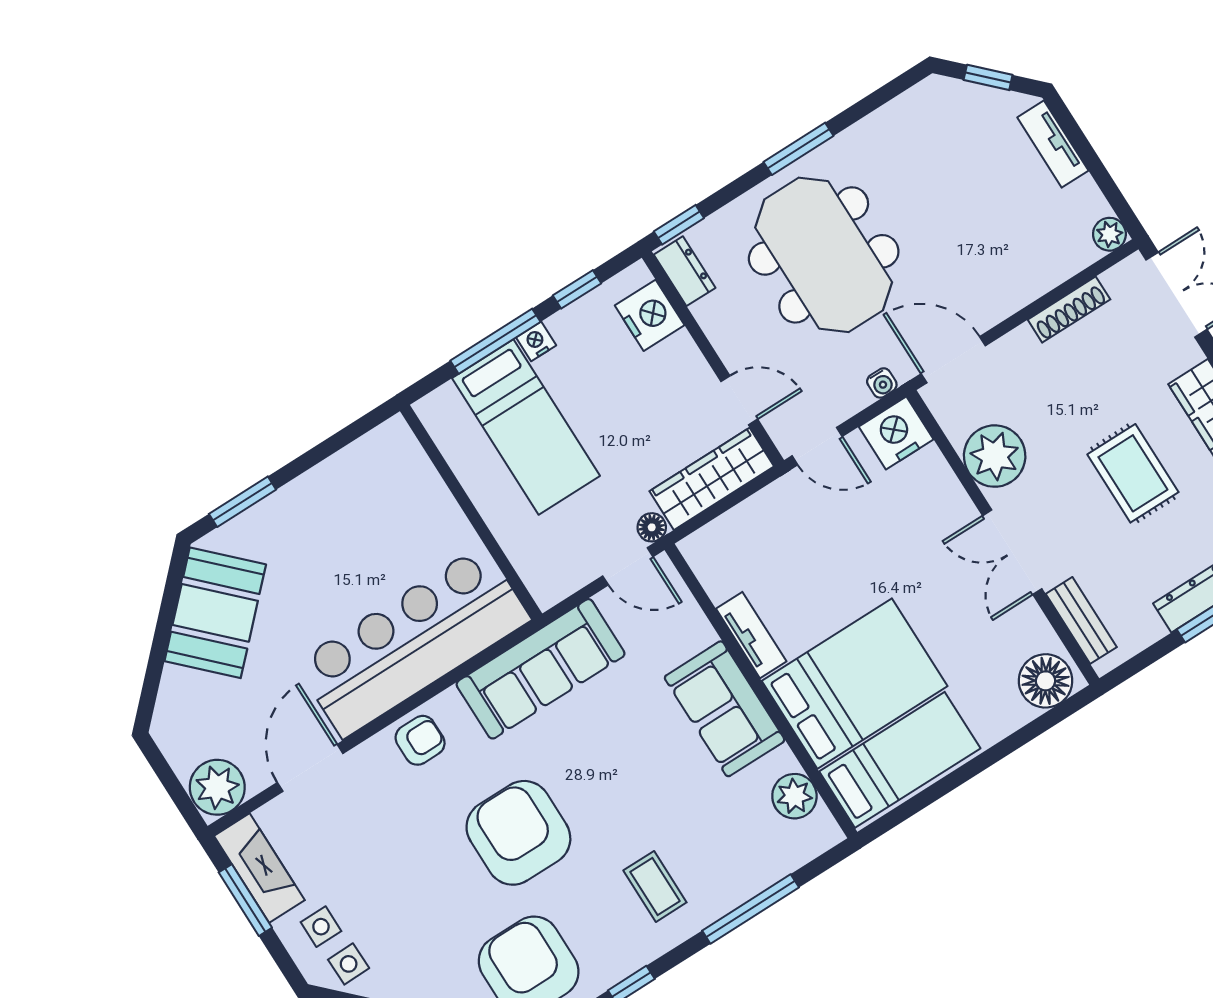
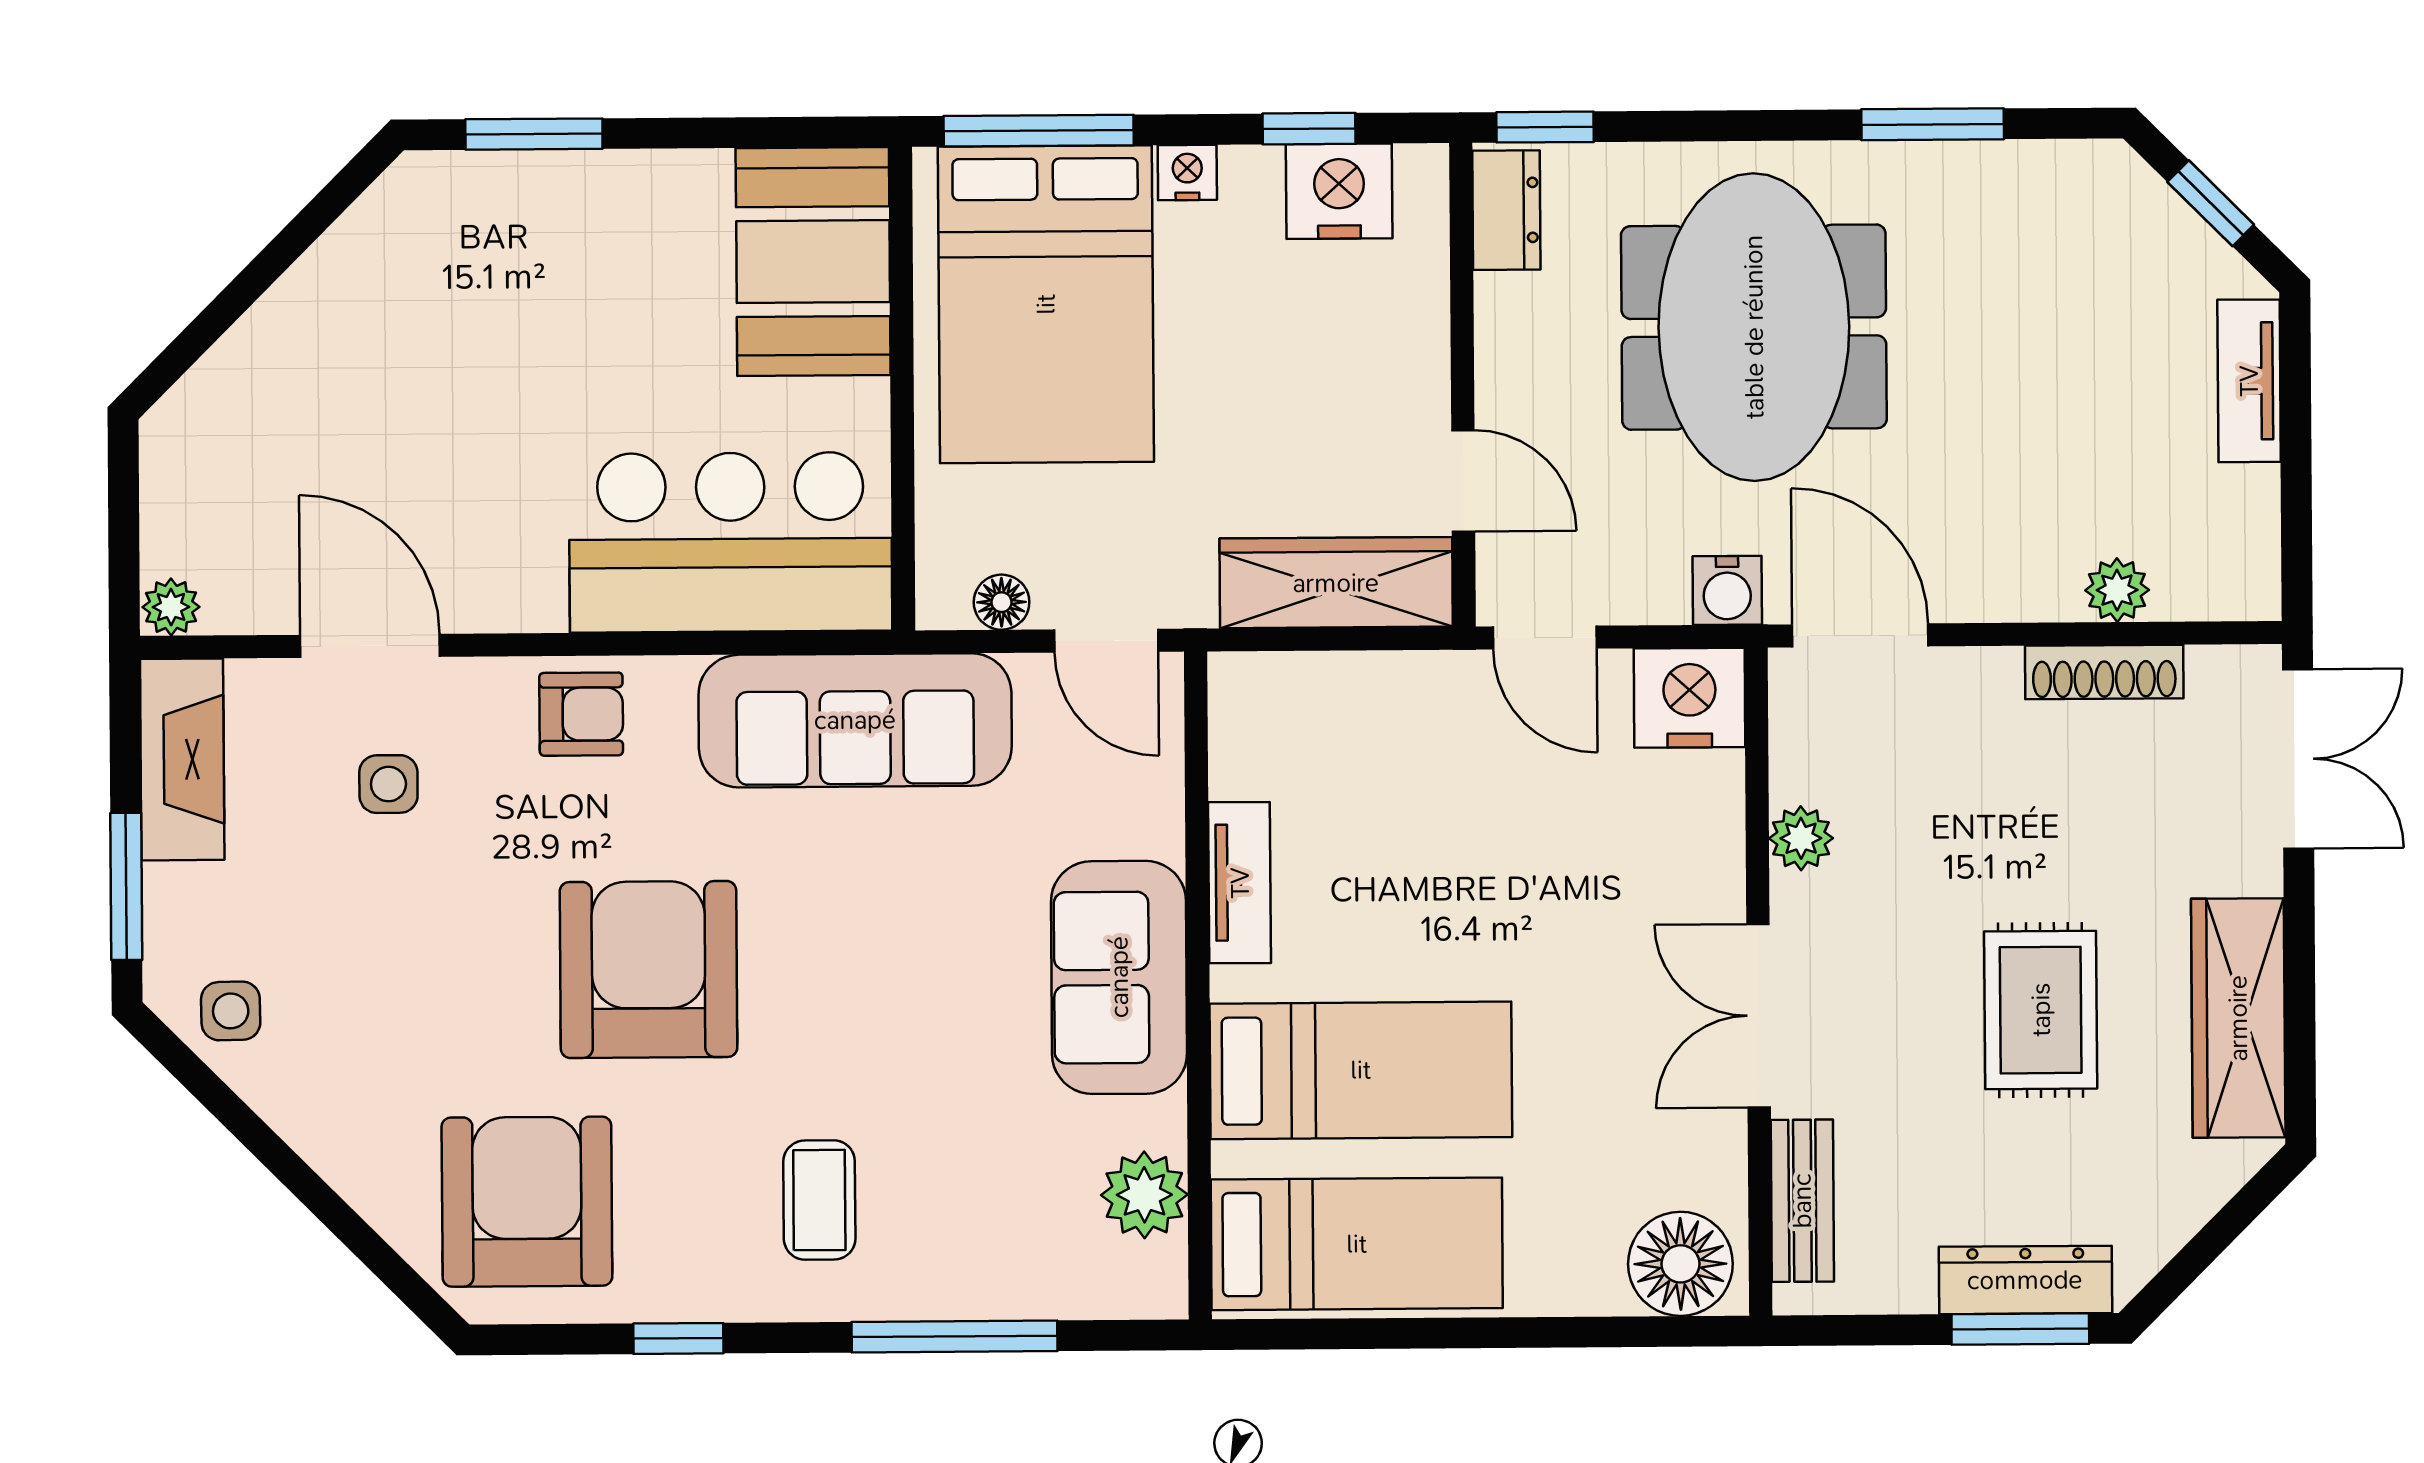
window: (799, 149) -> (1933, 124), moved
plant: (1109, 234) -> (2117, 590), moved
nightstand: (650, 315) -> (1339, 191), moved, turned -90
window: (495, 341) -> (1039, 131), moved
water cooler: (882, 383) -> (1727, 590), width x1.38, depth x1.38
bed: (526, 427) -> (1046, 304), width x1.50
plant: (995, 456) -> (1801, 838), width x0.53, depth x0.53
floor lamp: (652, 527) -> (1002, 602), moved
booth: (215, 613) -> (813, 262), moved, turned -45
bar counter: (413, 641) -> (731, 542), width x0.73
bed: (855, 684) -> (1361, 1070), width x0.67
door: (310, 768) -> (370, 646), hinge flipped
plant: (217, 787) -> (171, 607), width x0.53, depth x0.53
window: (245, 900) -> (126, 886), moved
side table: (321, 927) -> (388, 784), moved

